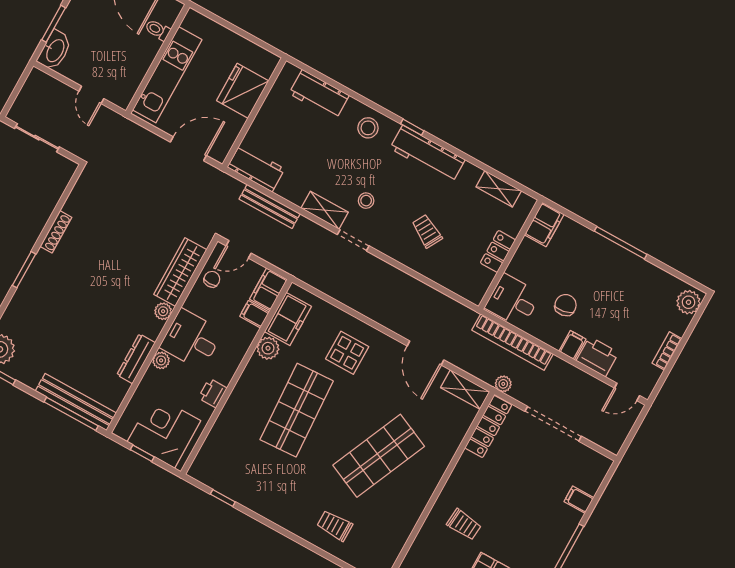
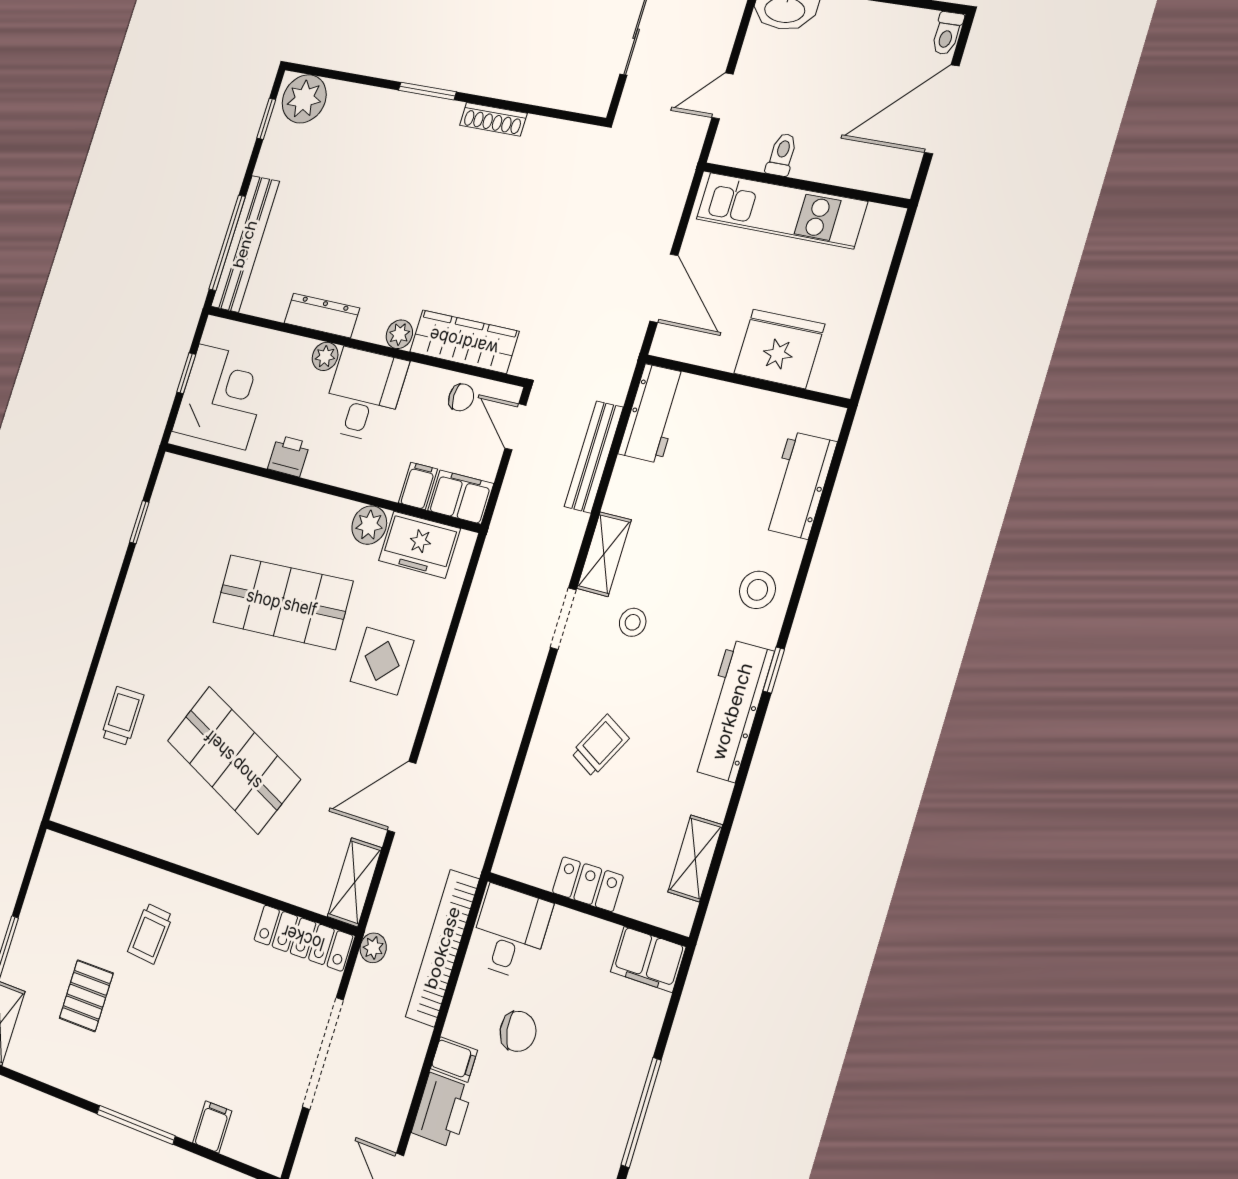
toilet: (158, 30) -> (782, 155), moved

